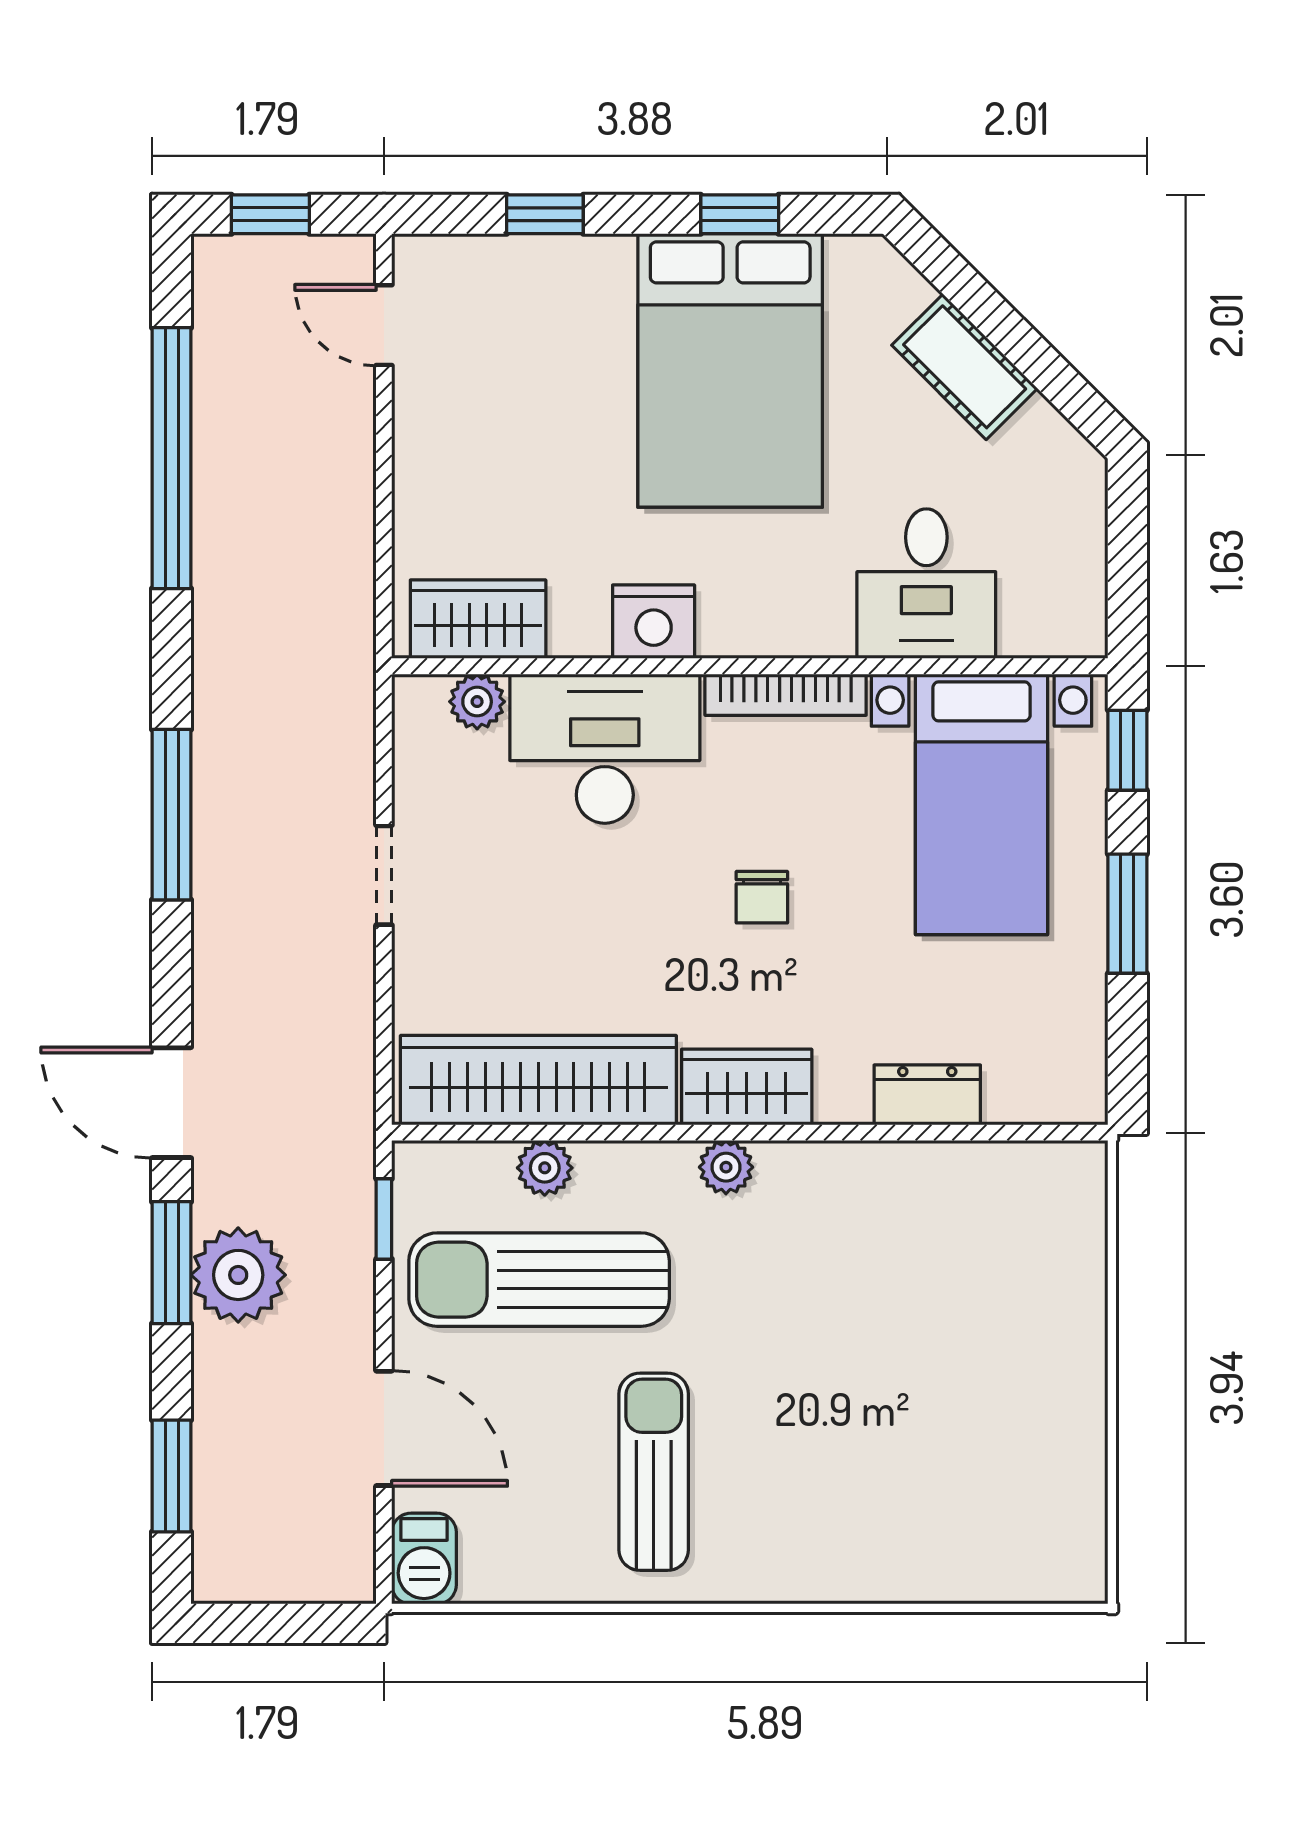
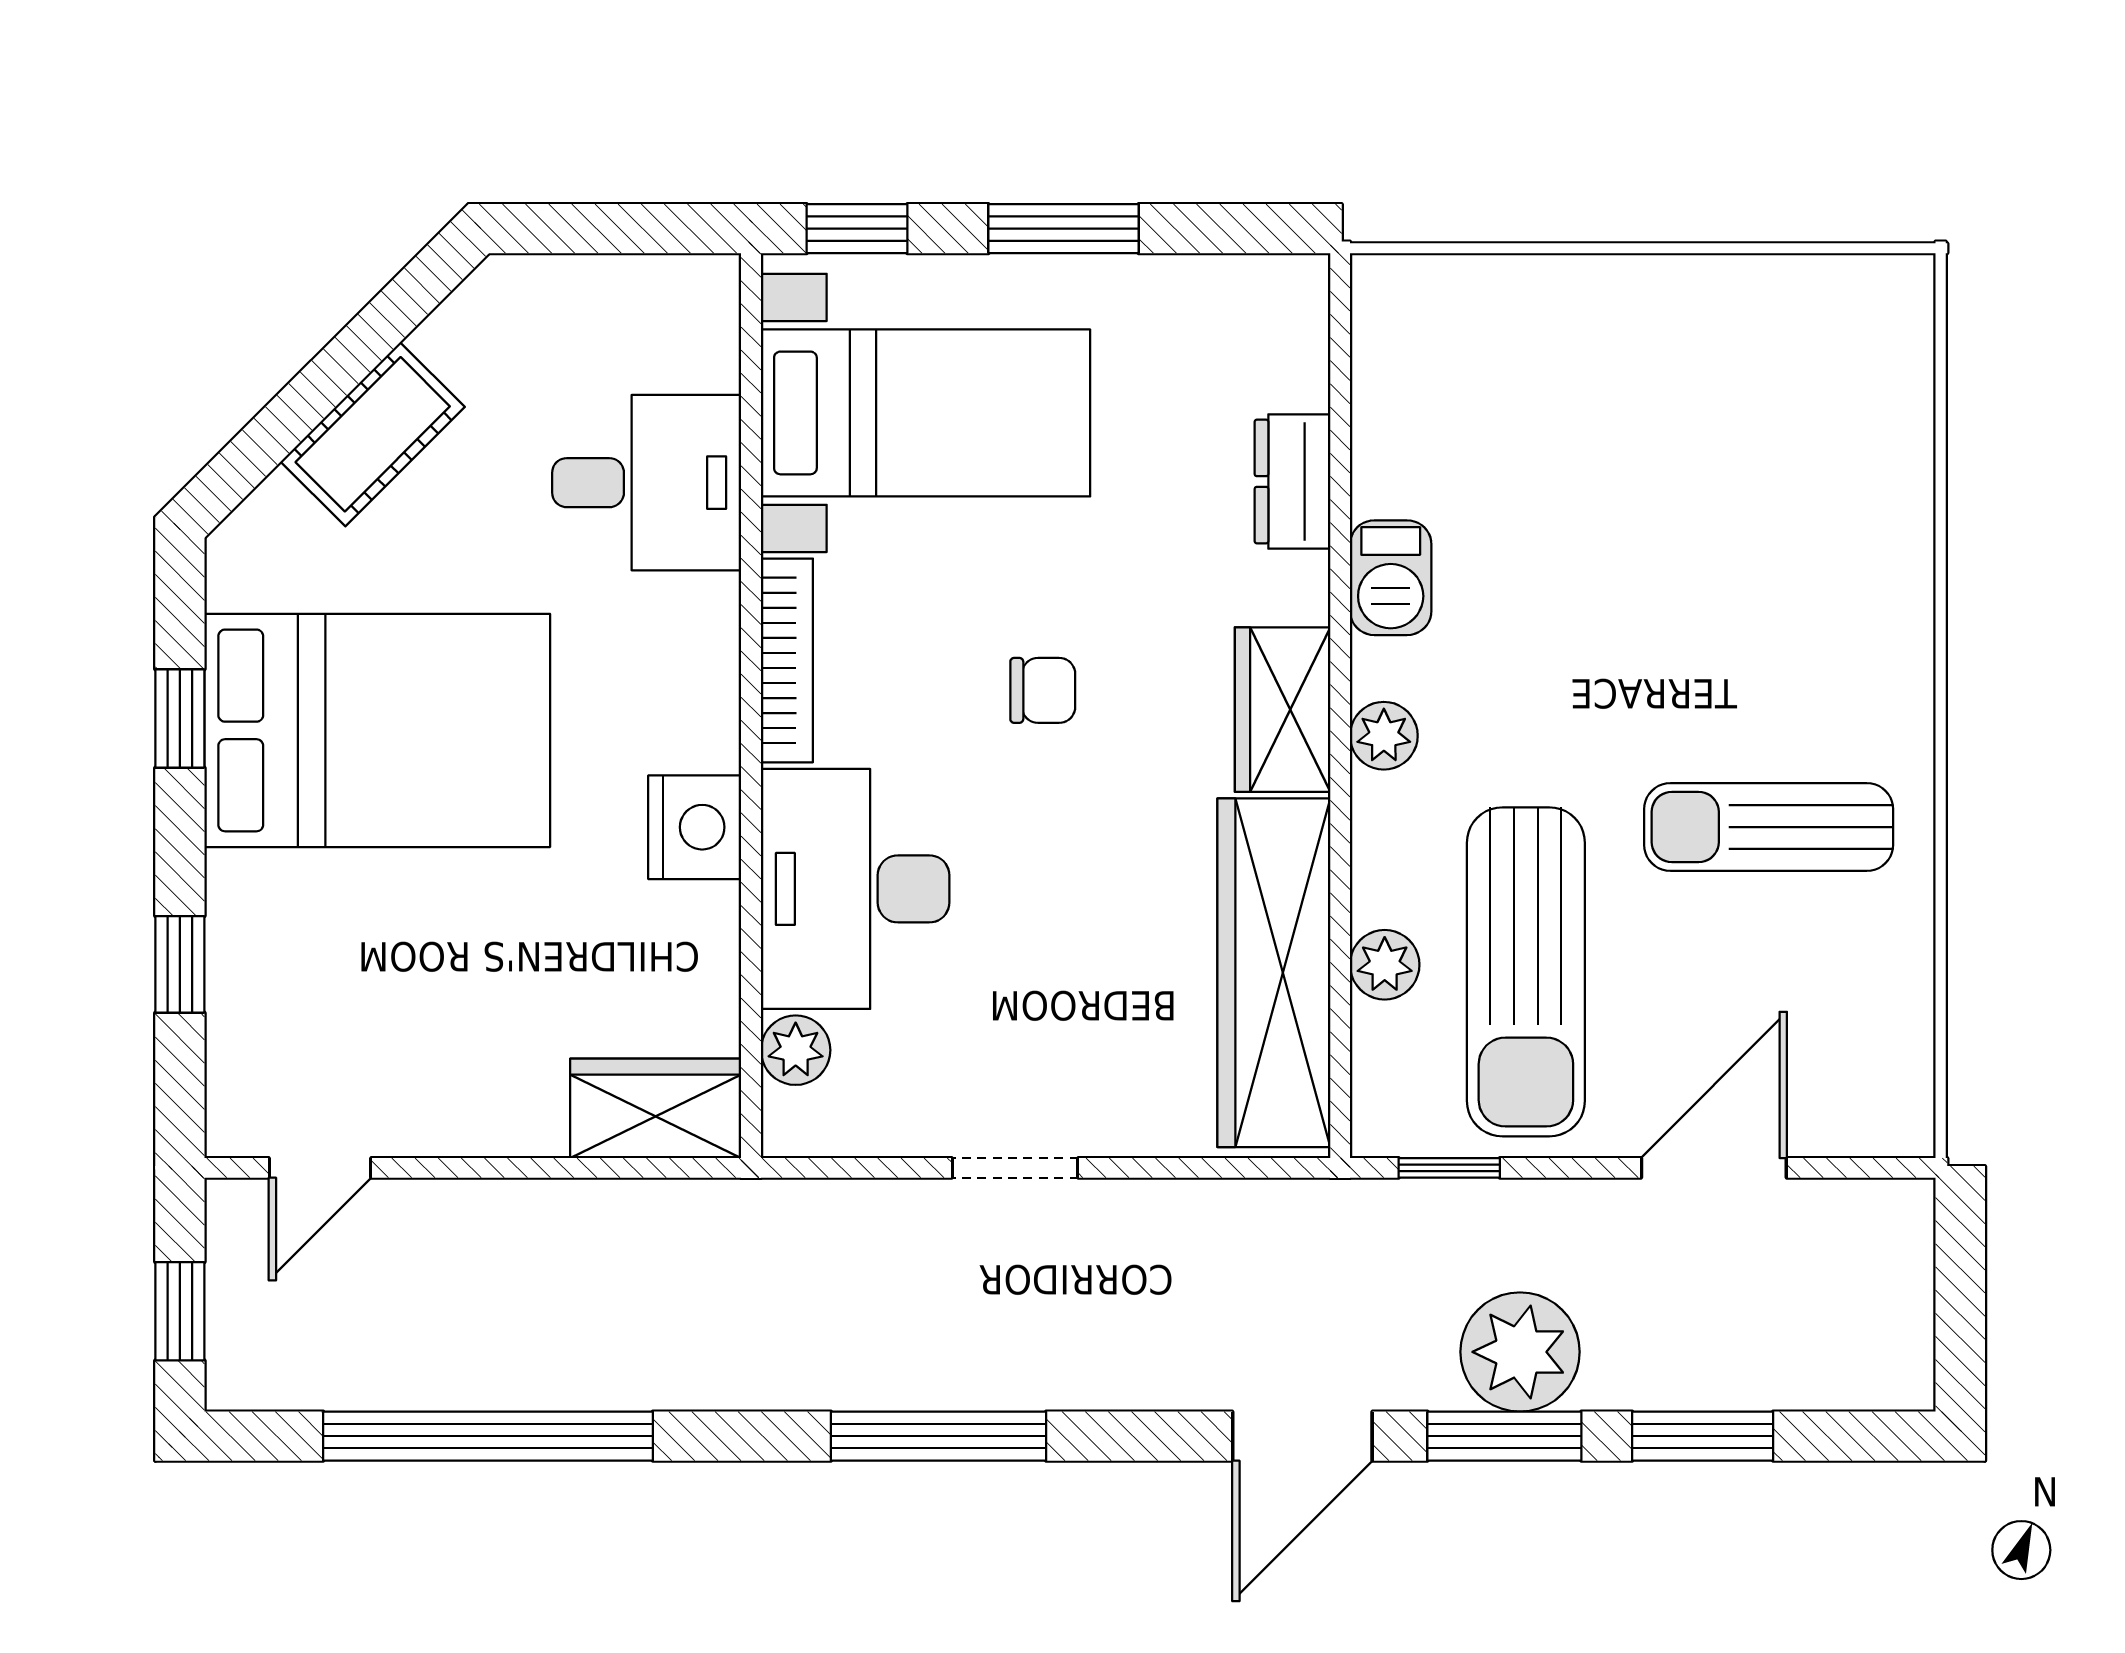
wardrobe: (478, 619) -> (656, 1108), moved, turned 90
window: (172, 1476) -> (1703, 1436), moved
barbecue: (424, 1559) -> (1391, 578), moved, turned 90

